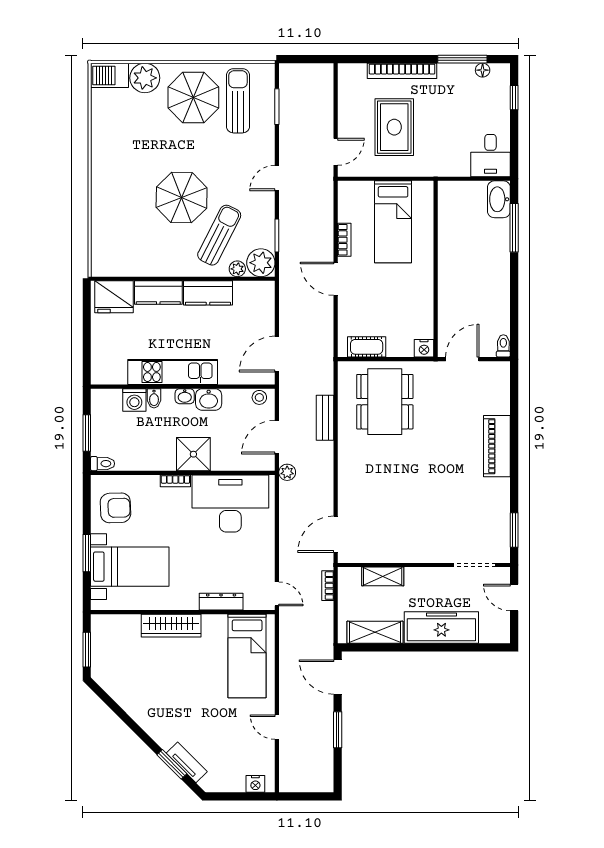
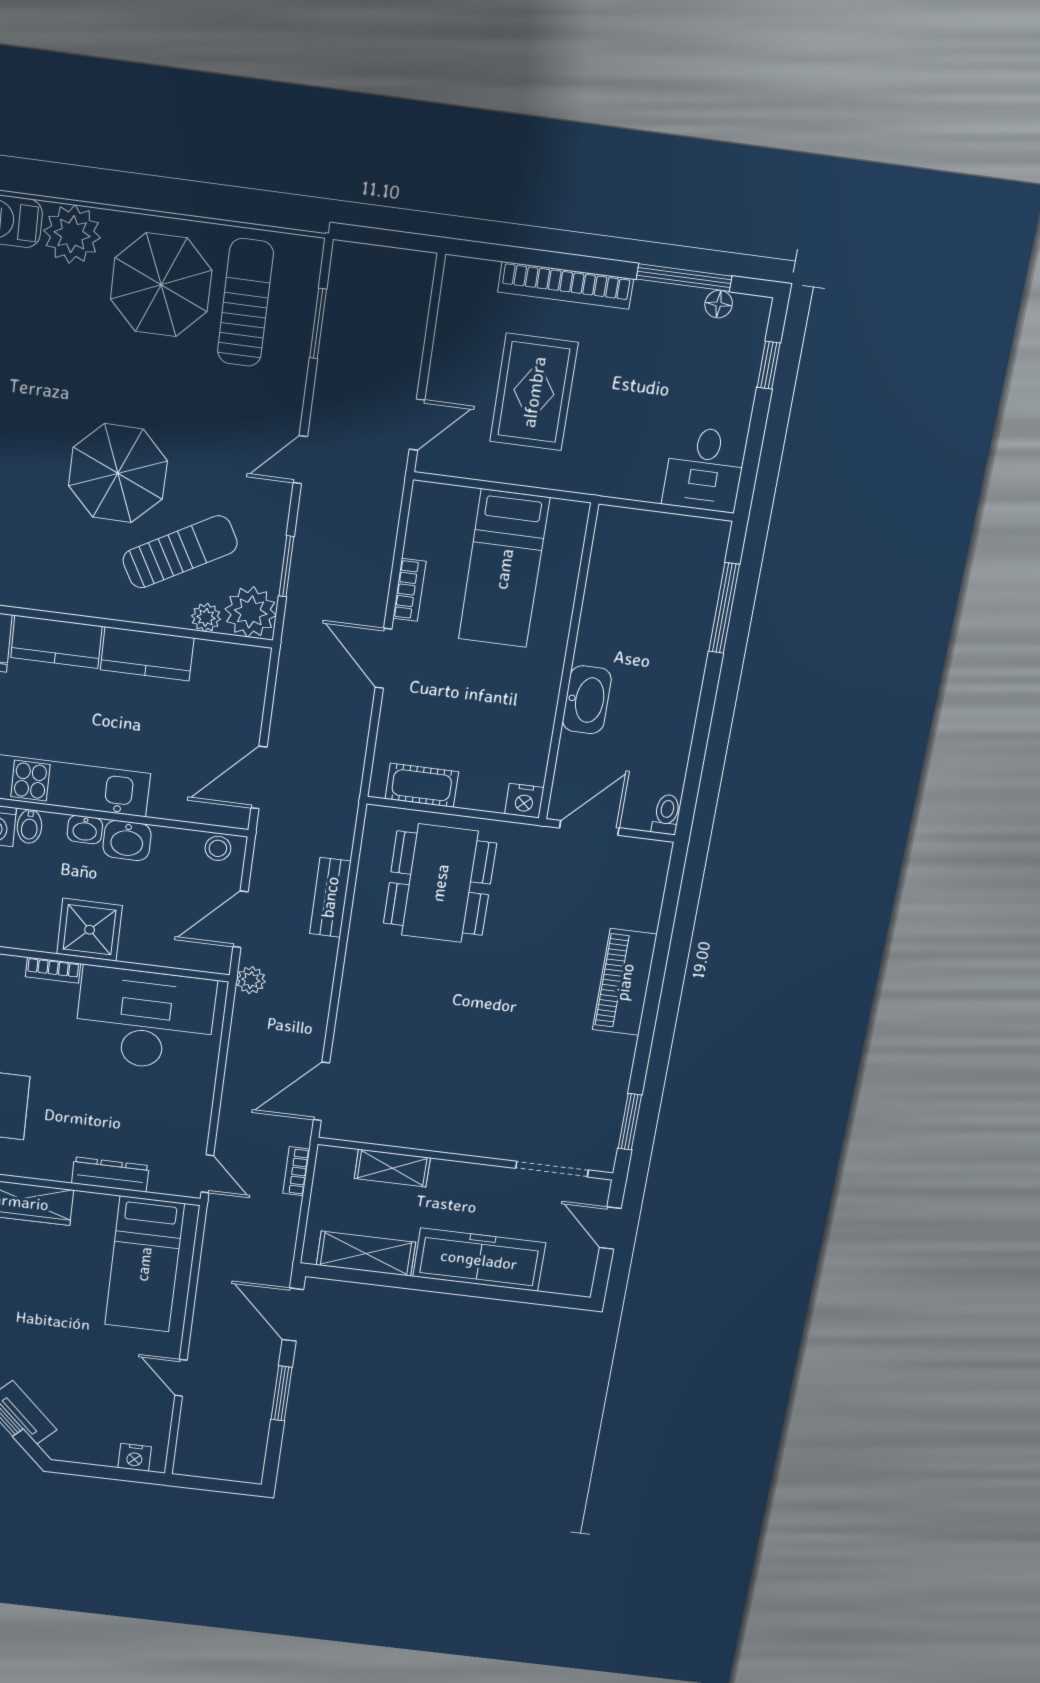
washbasin: (499, 199) -> (587, 700), moved, turned 180
sun lounger: (219, 235) -> (180, 552), turned 34

